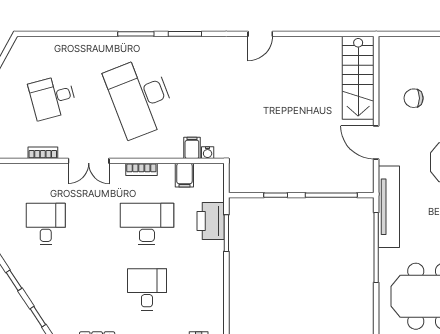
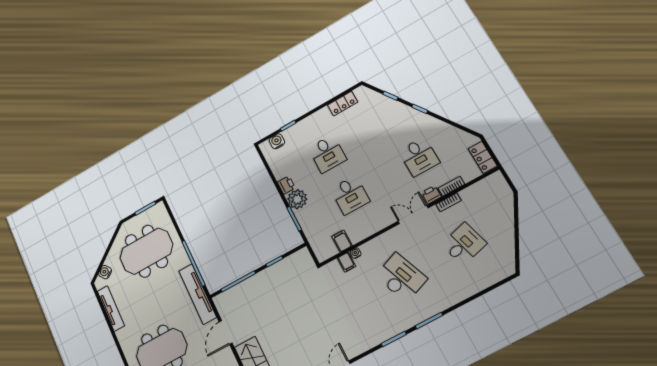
desk: (140, 97) -> (401, 277), width x0.73, depth x0.77
door: (376, 142) -> (226, 332), swing flipped
water cooler: (208, 153) -> (356, 253), moved
bookcase: (141, 169) -> (451, 186), moved
printer: (56, 172) -> (431, 195), added
printer: (211, 221) -> (286, 185), moved, width x0.53, depth x0.68
desk: (147, 224) -> (350, 195), width x0.73
plant: (211, 255) -> (297, 199), added

